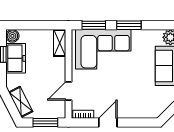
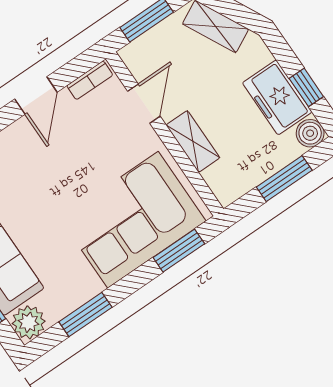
window: (34, 25) -> (284, 179), added
window: (129, 25) -> (85, 315), moved
shelving: (60, 43) -> (193, 141), moved

